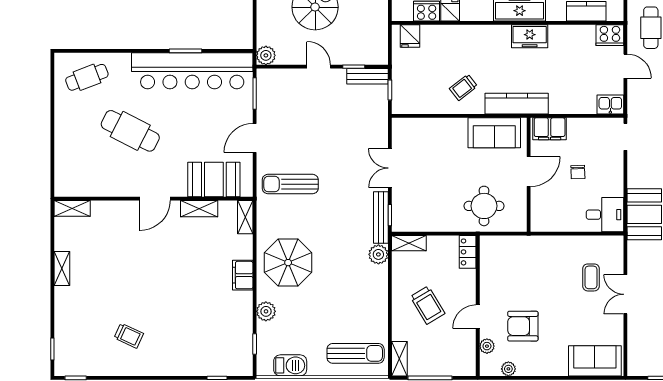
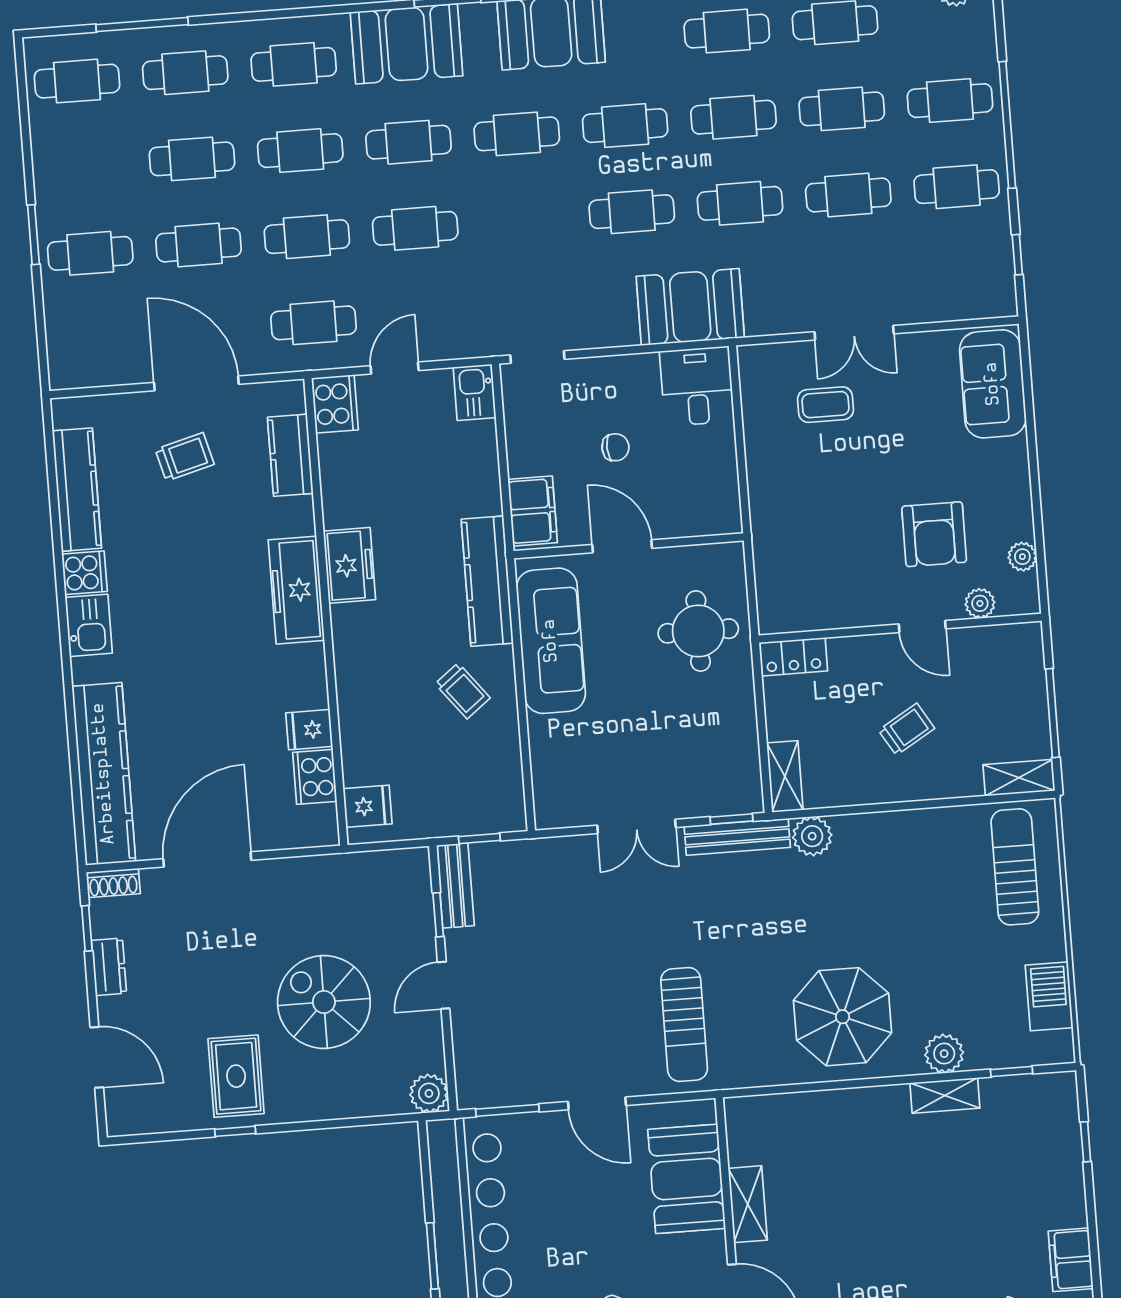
sofa: (494, 133) -> (551, 641), width x1.36
shelving: (245, 217) -> (945, 1096), moved
filing cabinet: (243, 275) -> (1071, 1260), moved, turned 90
trolley: (428, 305) -> (907, 729), width x0.73, depth x0.72

